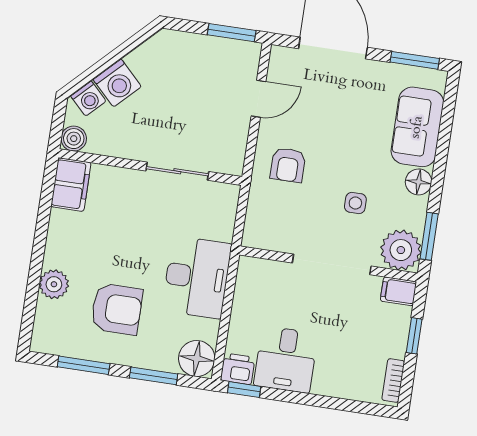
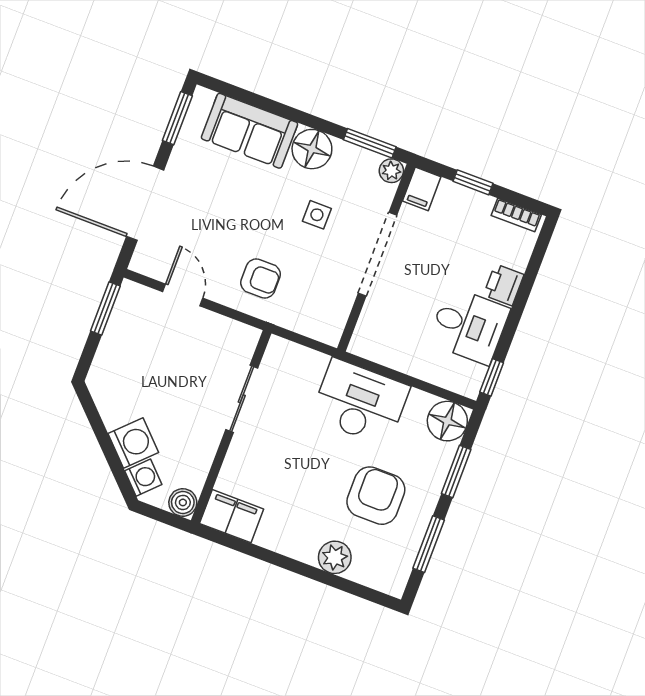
floor lamp: (419, 182) -> (312, 149), width x1.38, depth x1.38
plant: (401, 250) -> (391, 171), width x0.53, depth x0.53
printer: (238, 369) -> (504, 285), moved

